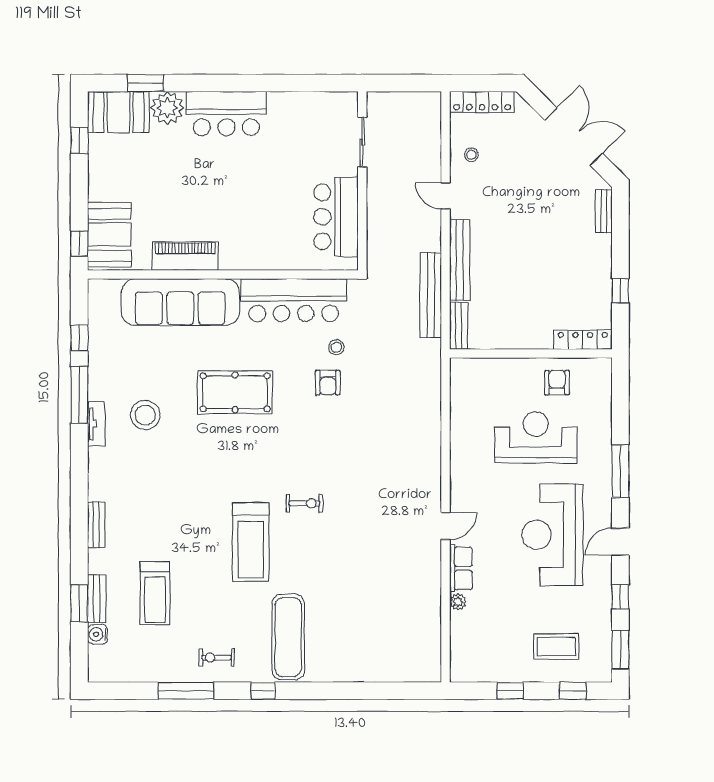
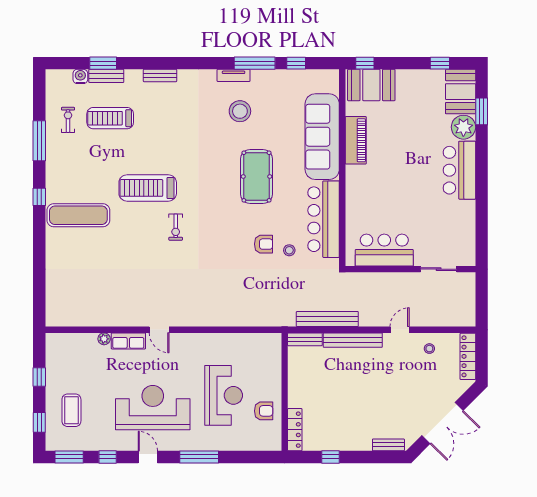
armchair: (328, 383) -> (264, 244), turned 180
exercise bike: (217, 657) -> (68, 120), moved

